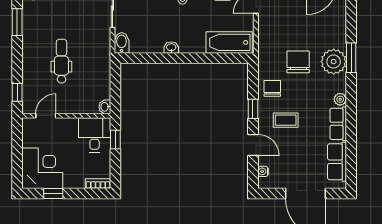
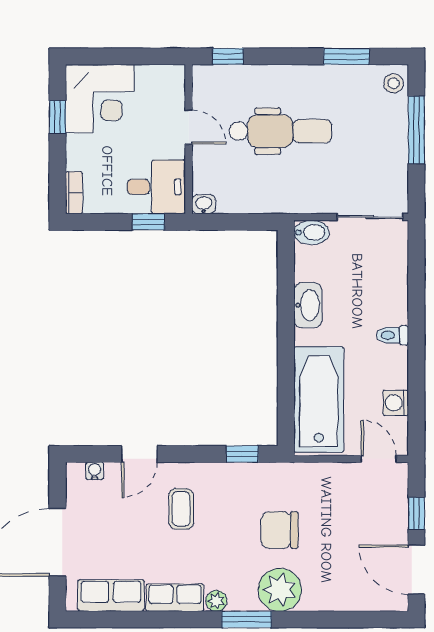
bathtub: (229, 42) -> (319, 400), width x1.36, depth x1.36
washbasin: (171, 48) -> (308, 305), width x1.91, depth x1.45
window: (351, 58) -> (247, 619), moved
dental chair: (61, 61) -> (280, 131), width x1.36, depth x1.38
chair: (298, 62) -> (279, 530), turned 180
chair: (272, 88) -> (235, 486), removed
window: (253, 109) -> (242, 454), moved
door: (46, 116) -> (189, 127), moved

